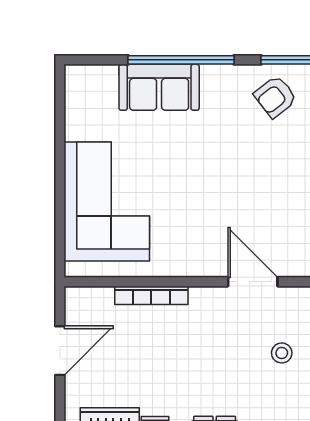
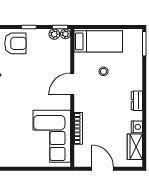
corner sofa: (107, 201) -> (52, 136), moved, turned -90

